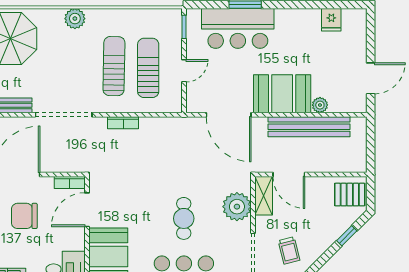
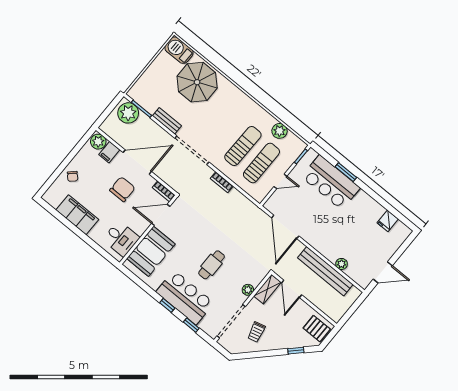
plant: (75, 19) -> (280, 131), moved
booth: (282, 94) -> (325, 240), removed
plant: (237, 207) -> (248, 290), width x0.53, depth x0.53
chair: (24, 216) -> (122, 189), turned 90

